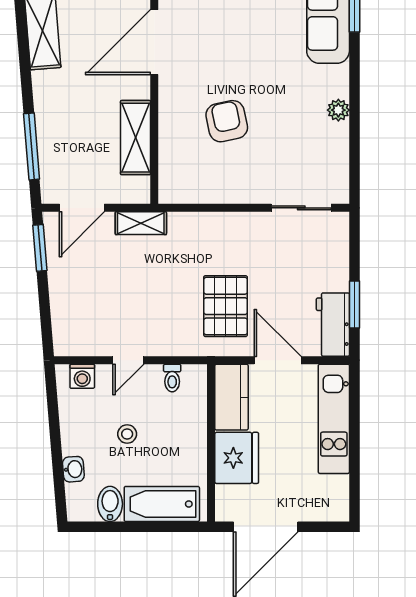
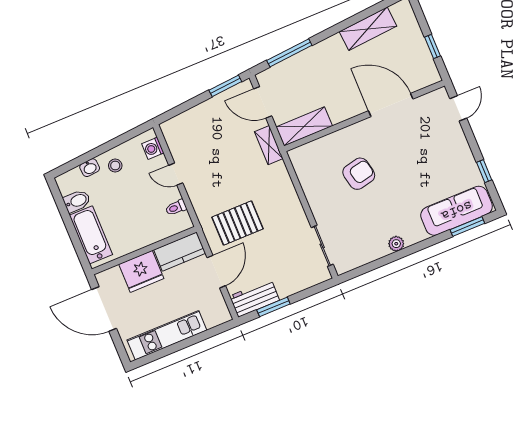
shelving: (136, 138) -> (304, 126), moved
kitchen unit: (334, 419) -> (167, 335), moved
stool: (127, 434) -> (115, 166), moved

